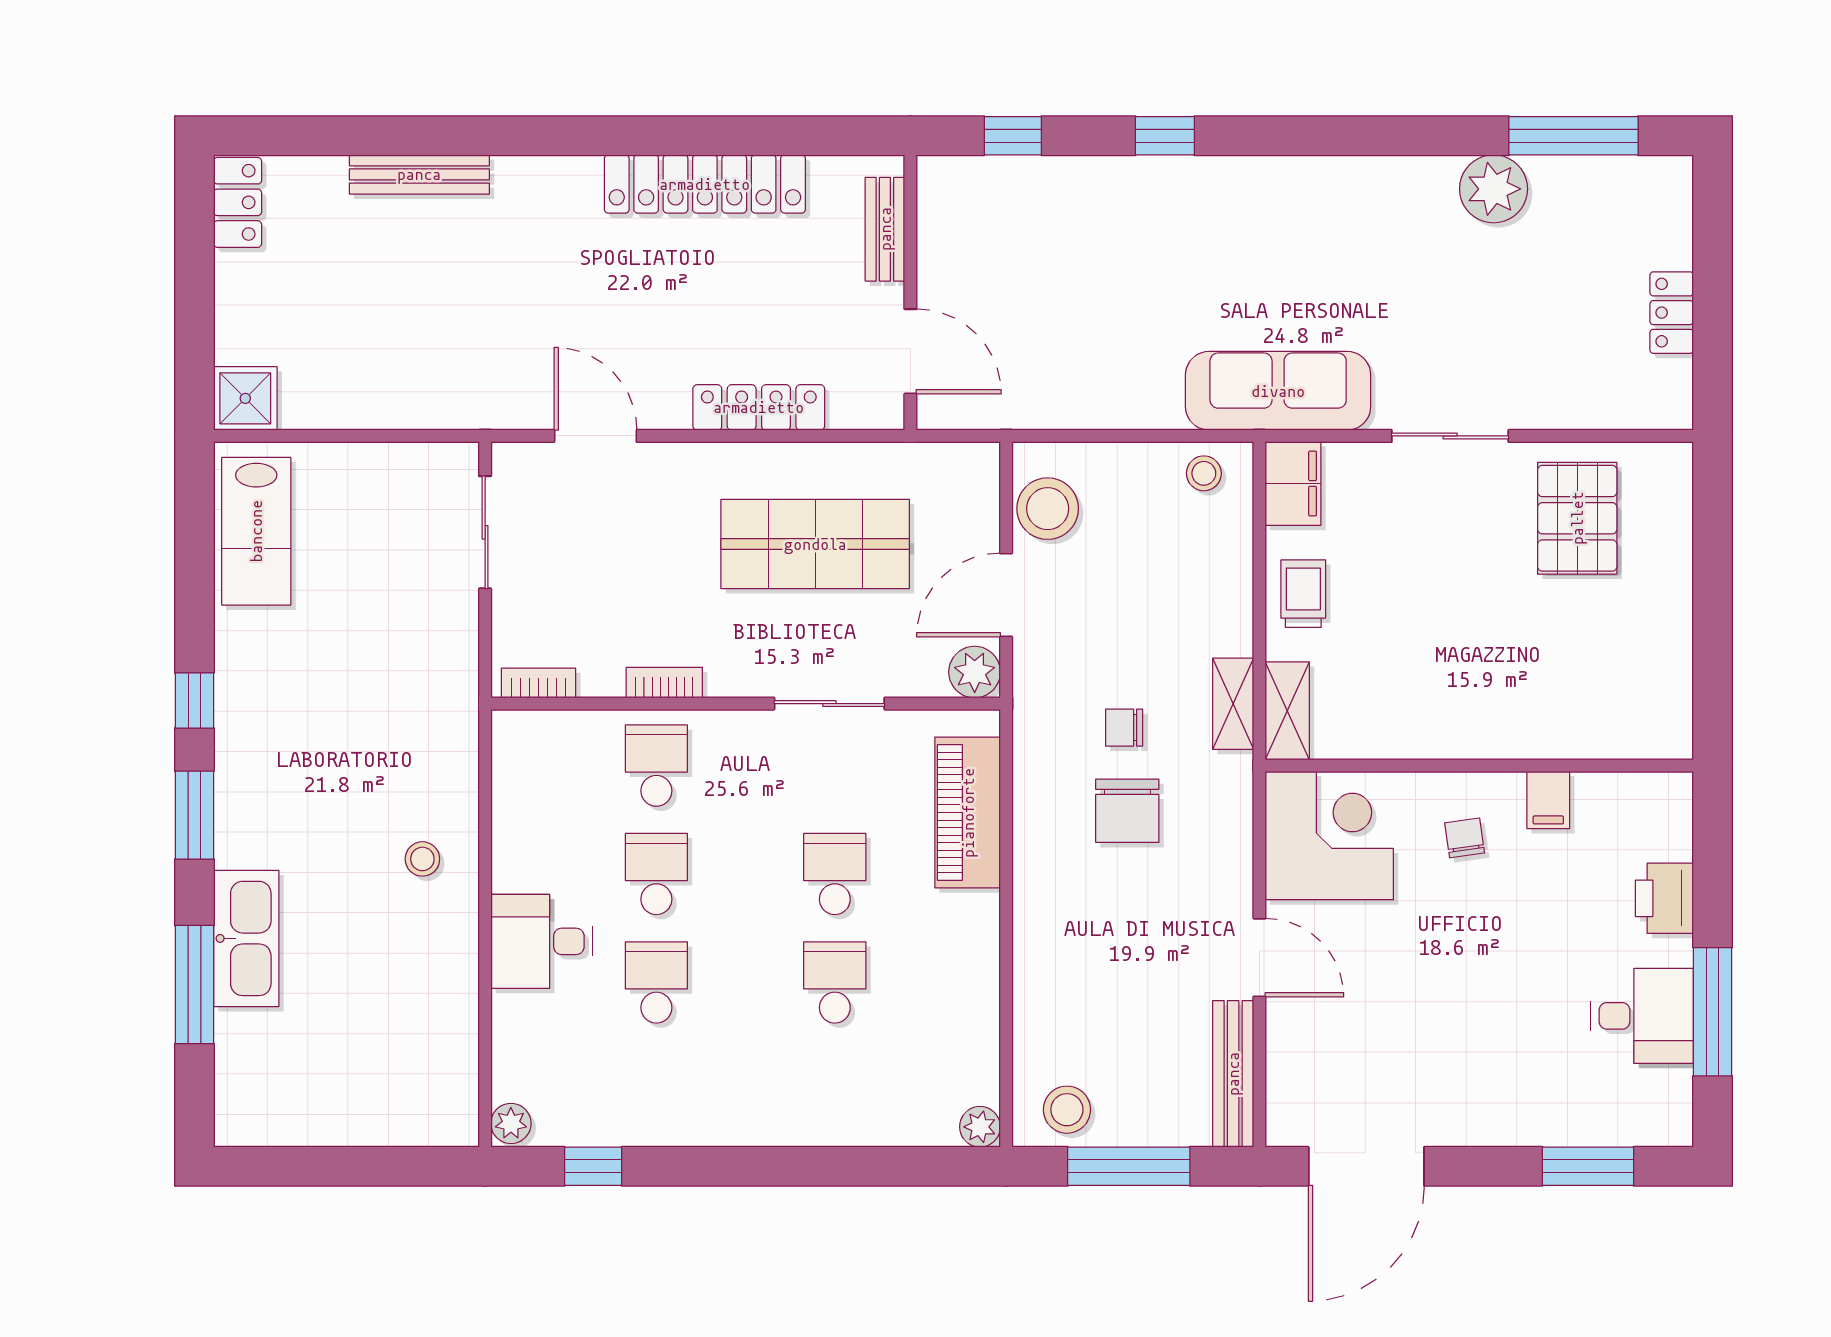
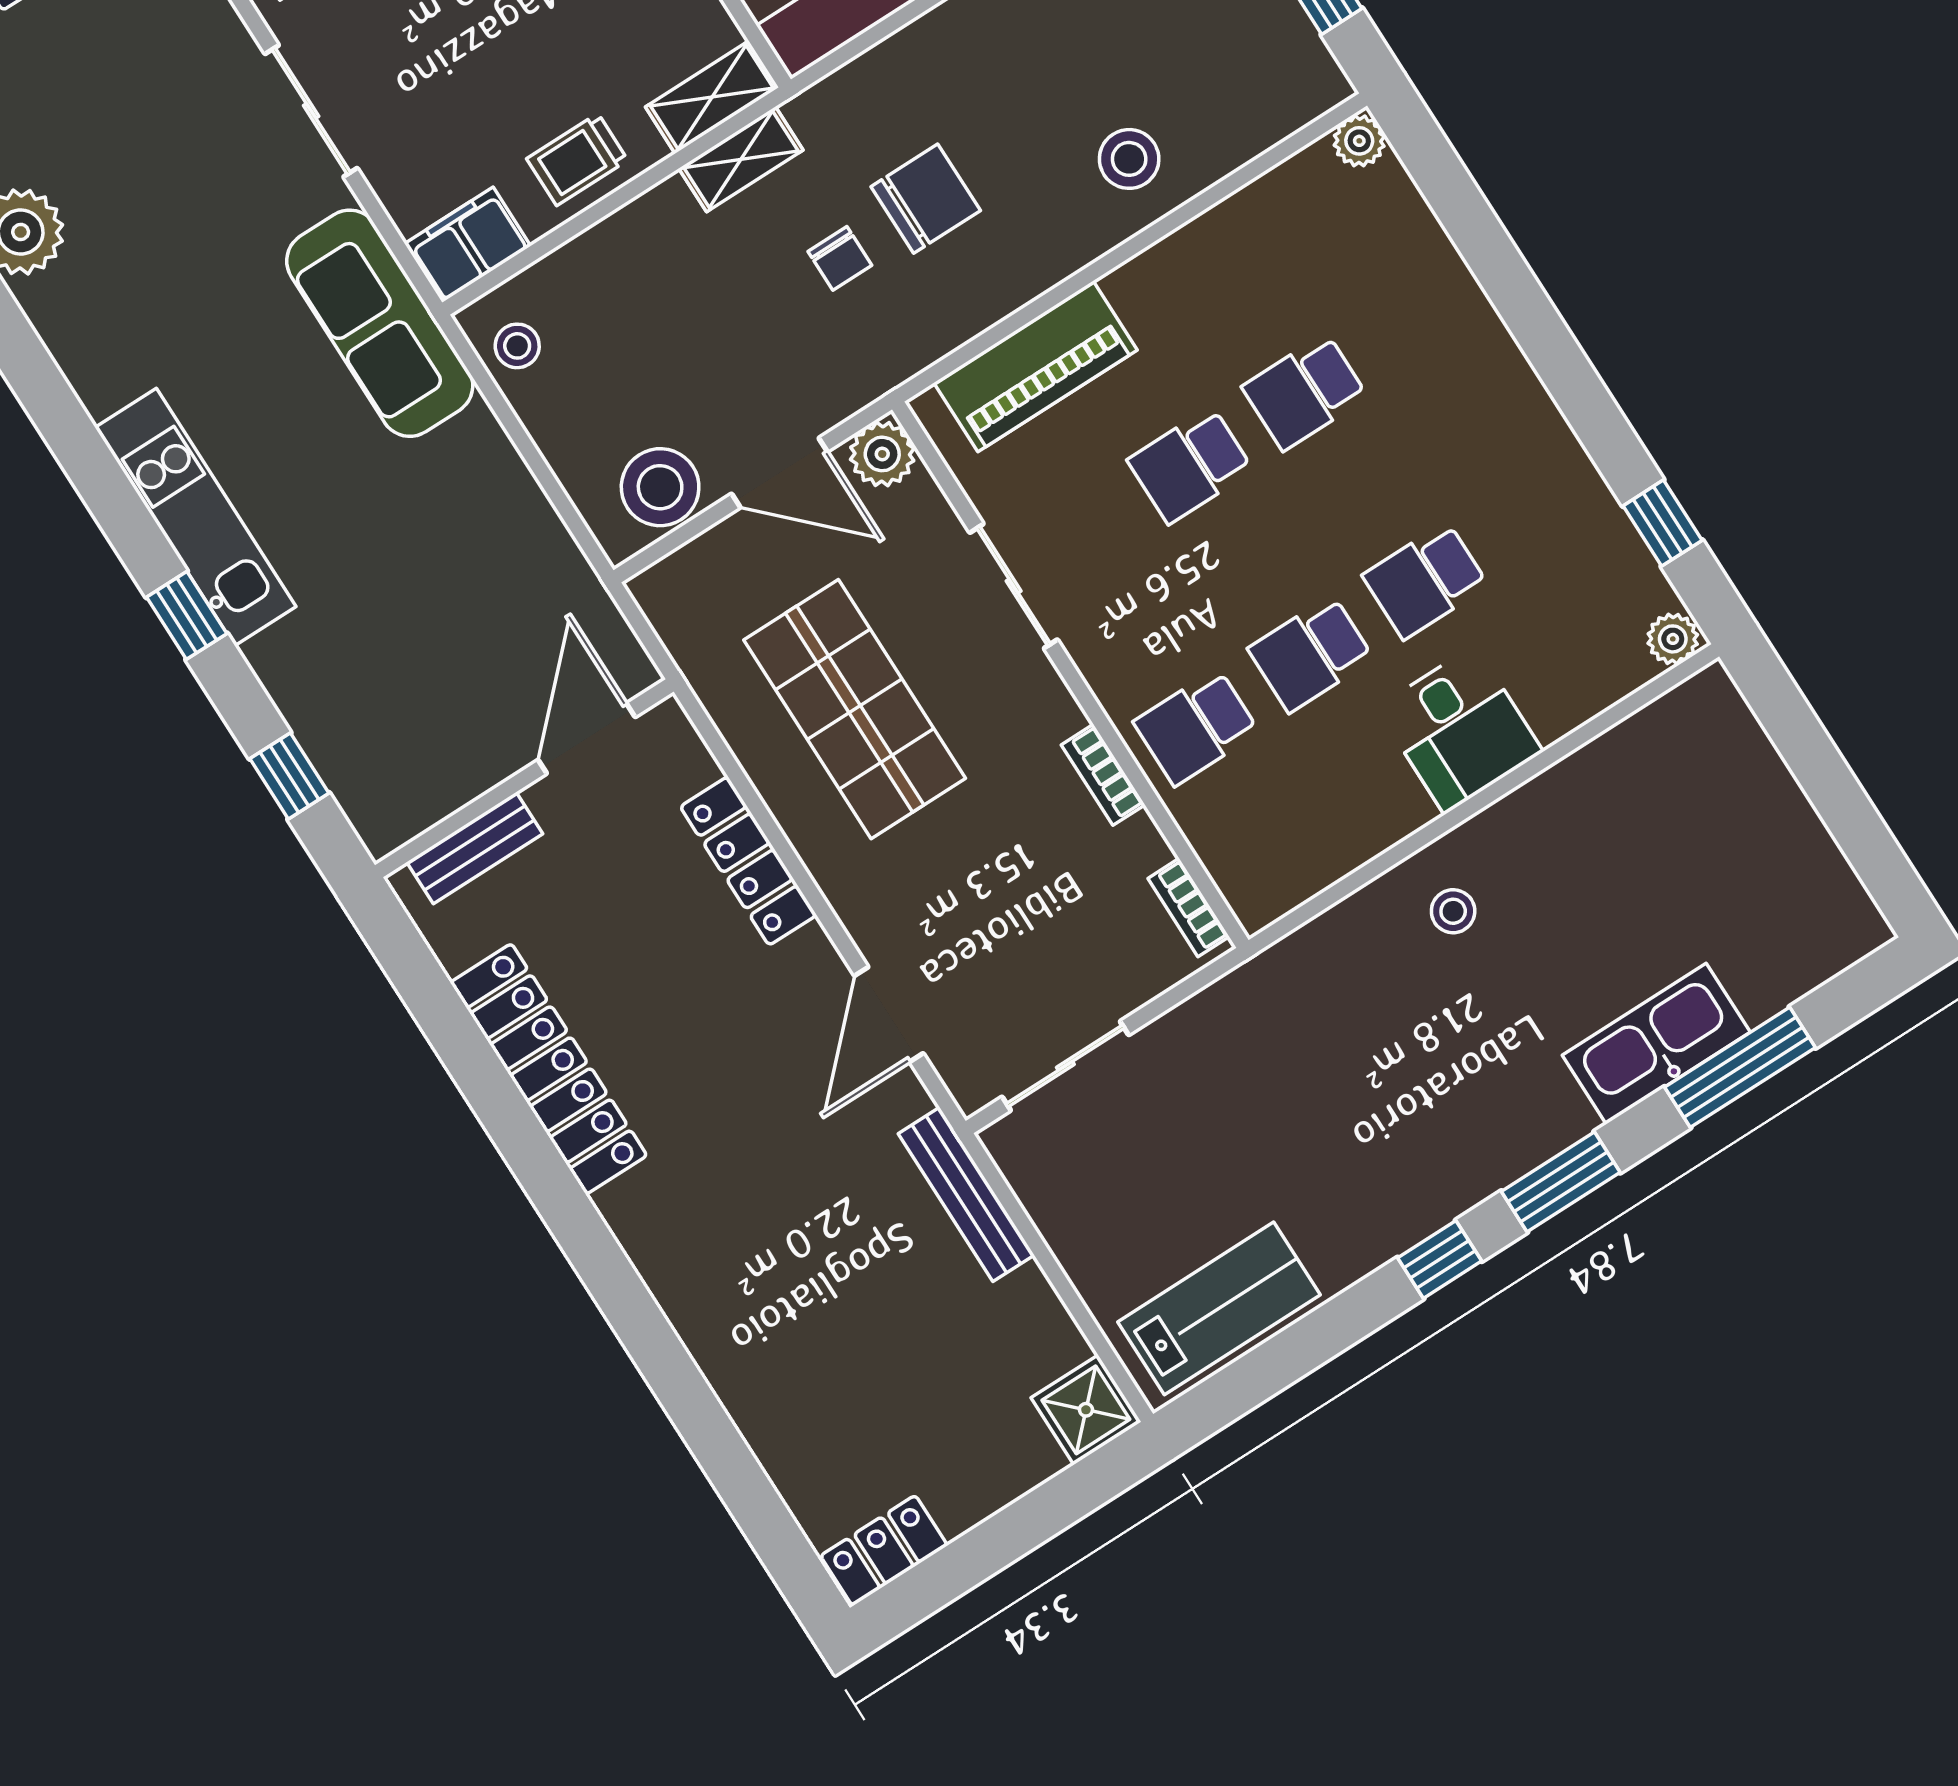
bench: (419, 174) -> (966, 1194), moved
kitchen unit: (1227, 184) -> (196, 517), added
stool: (1067, 1110) -> (1129, 159), moved

